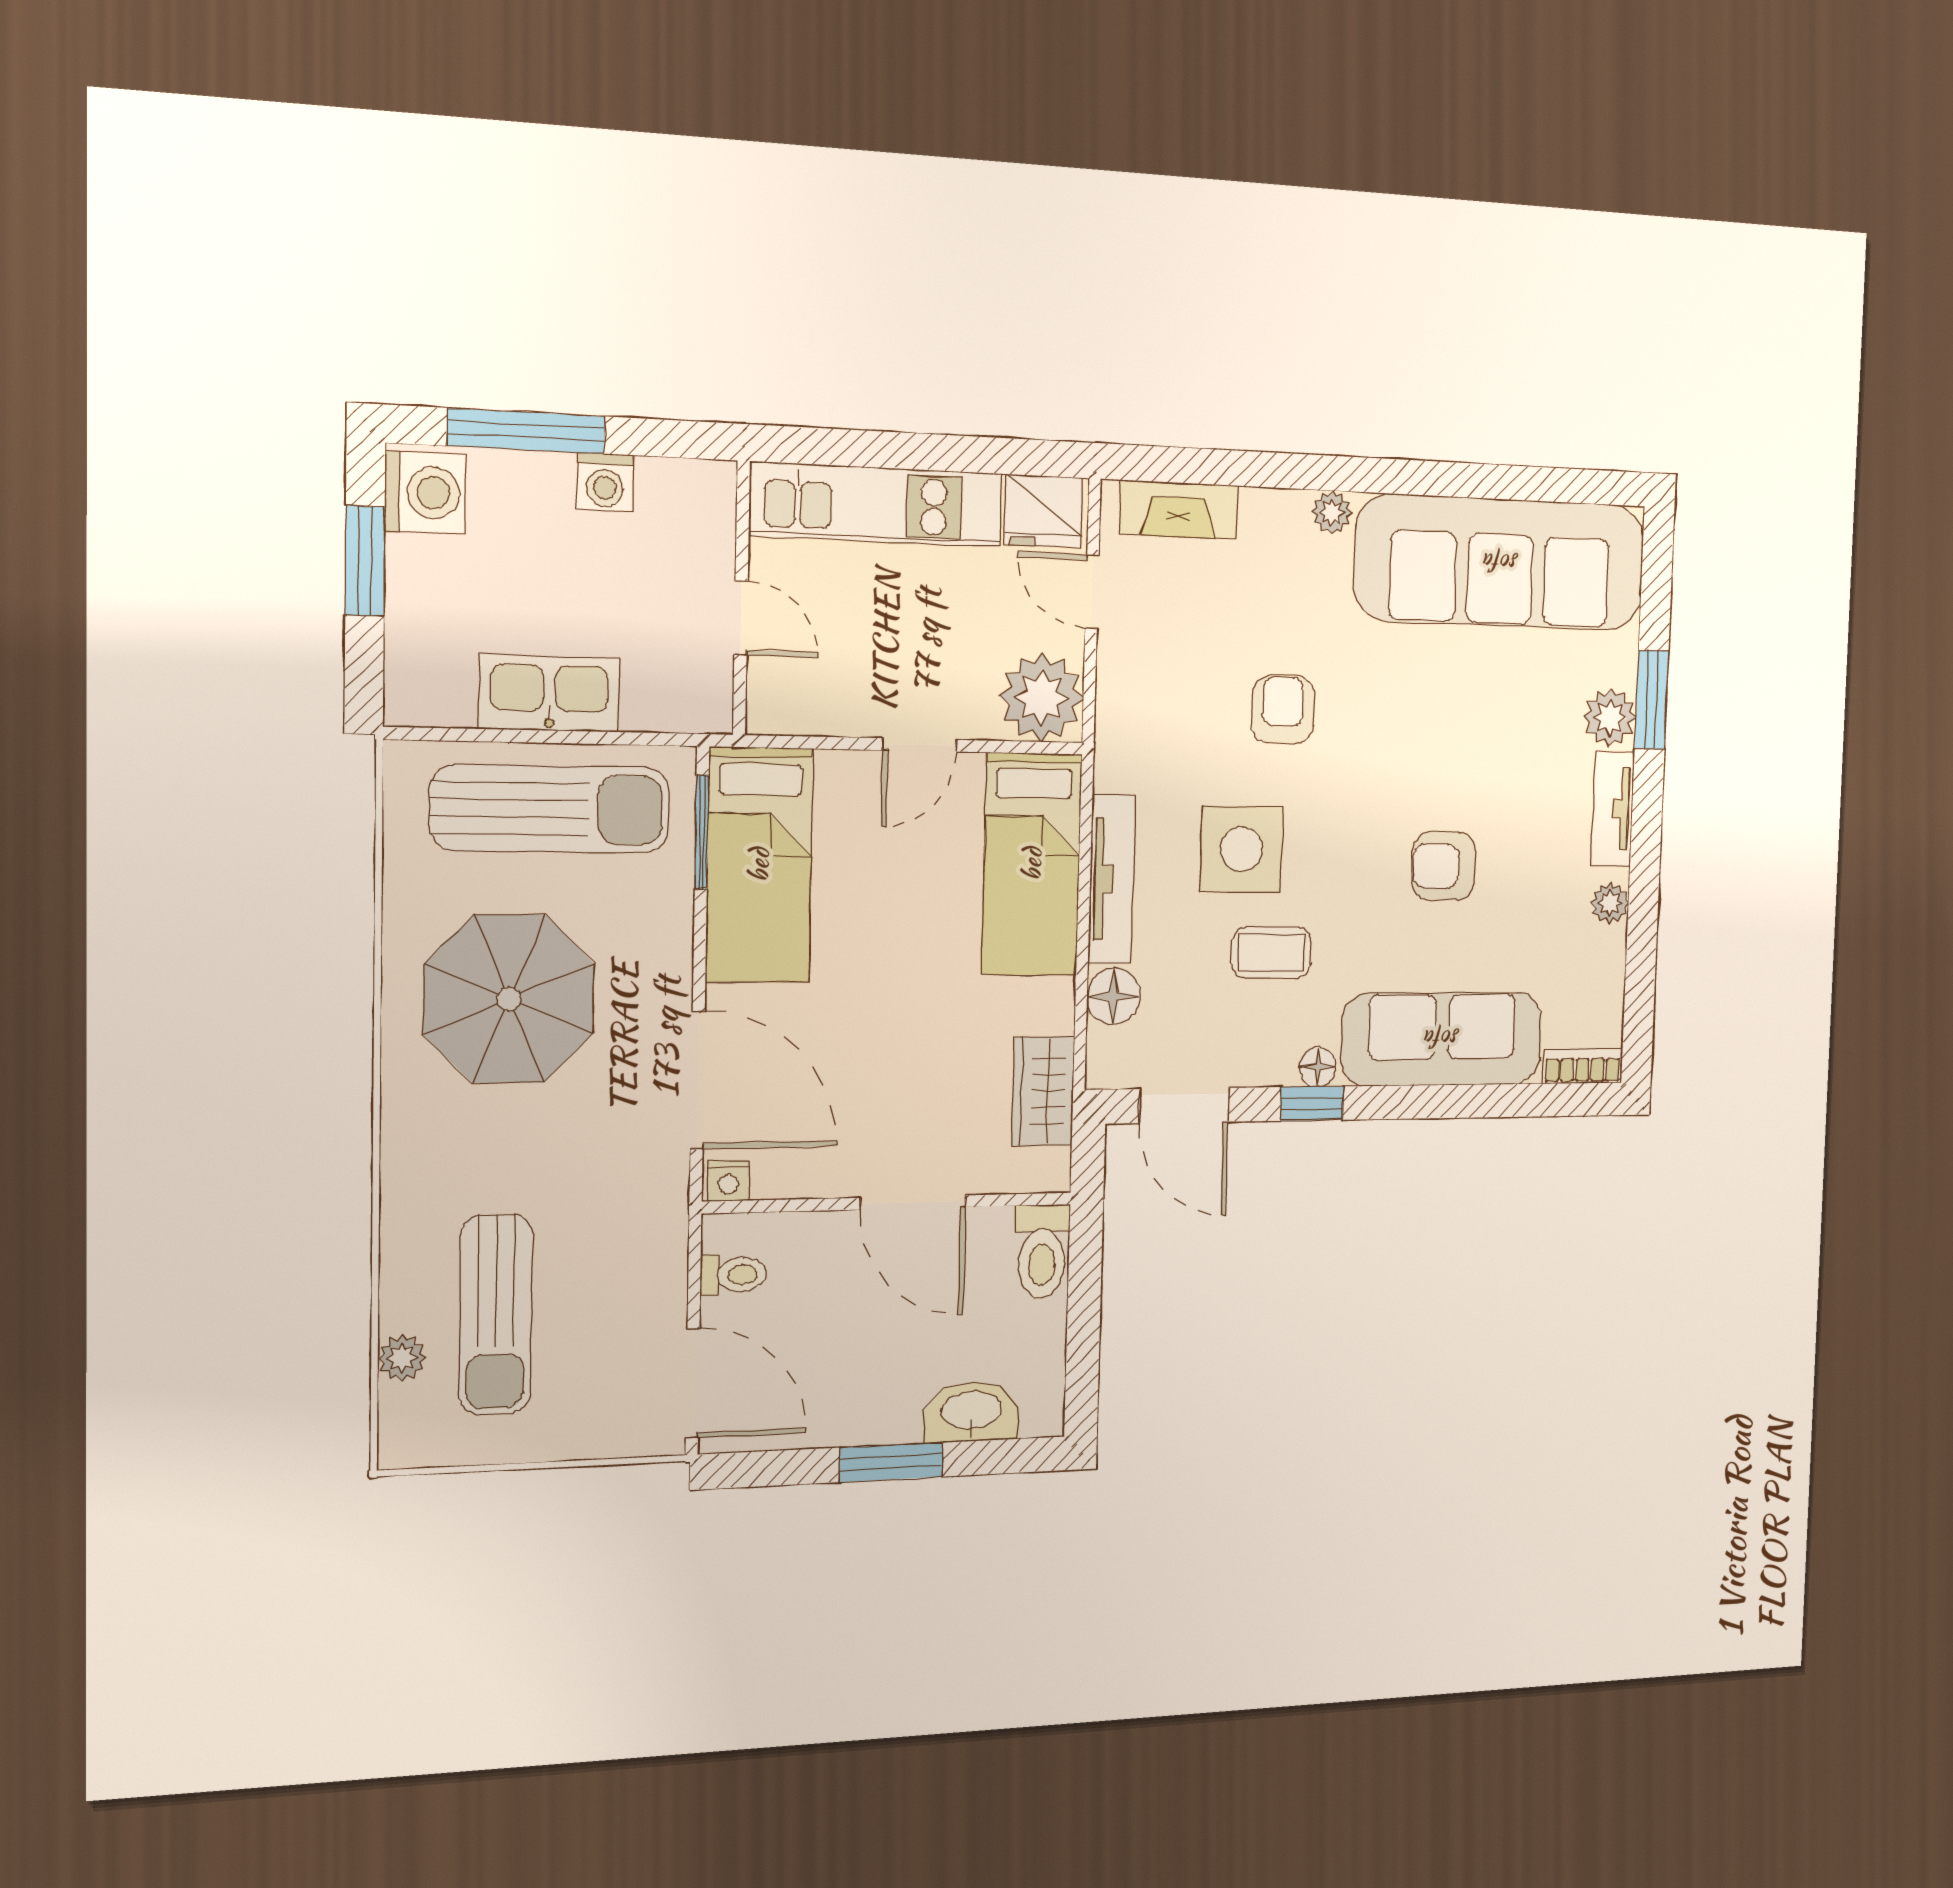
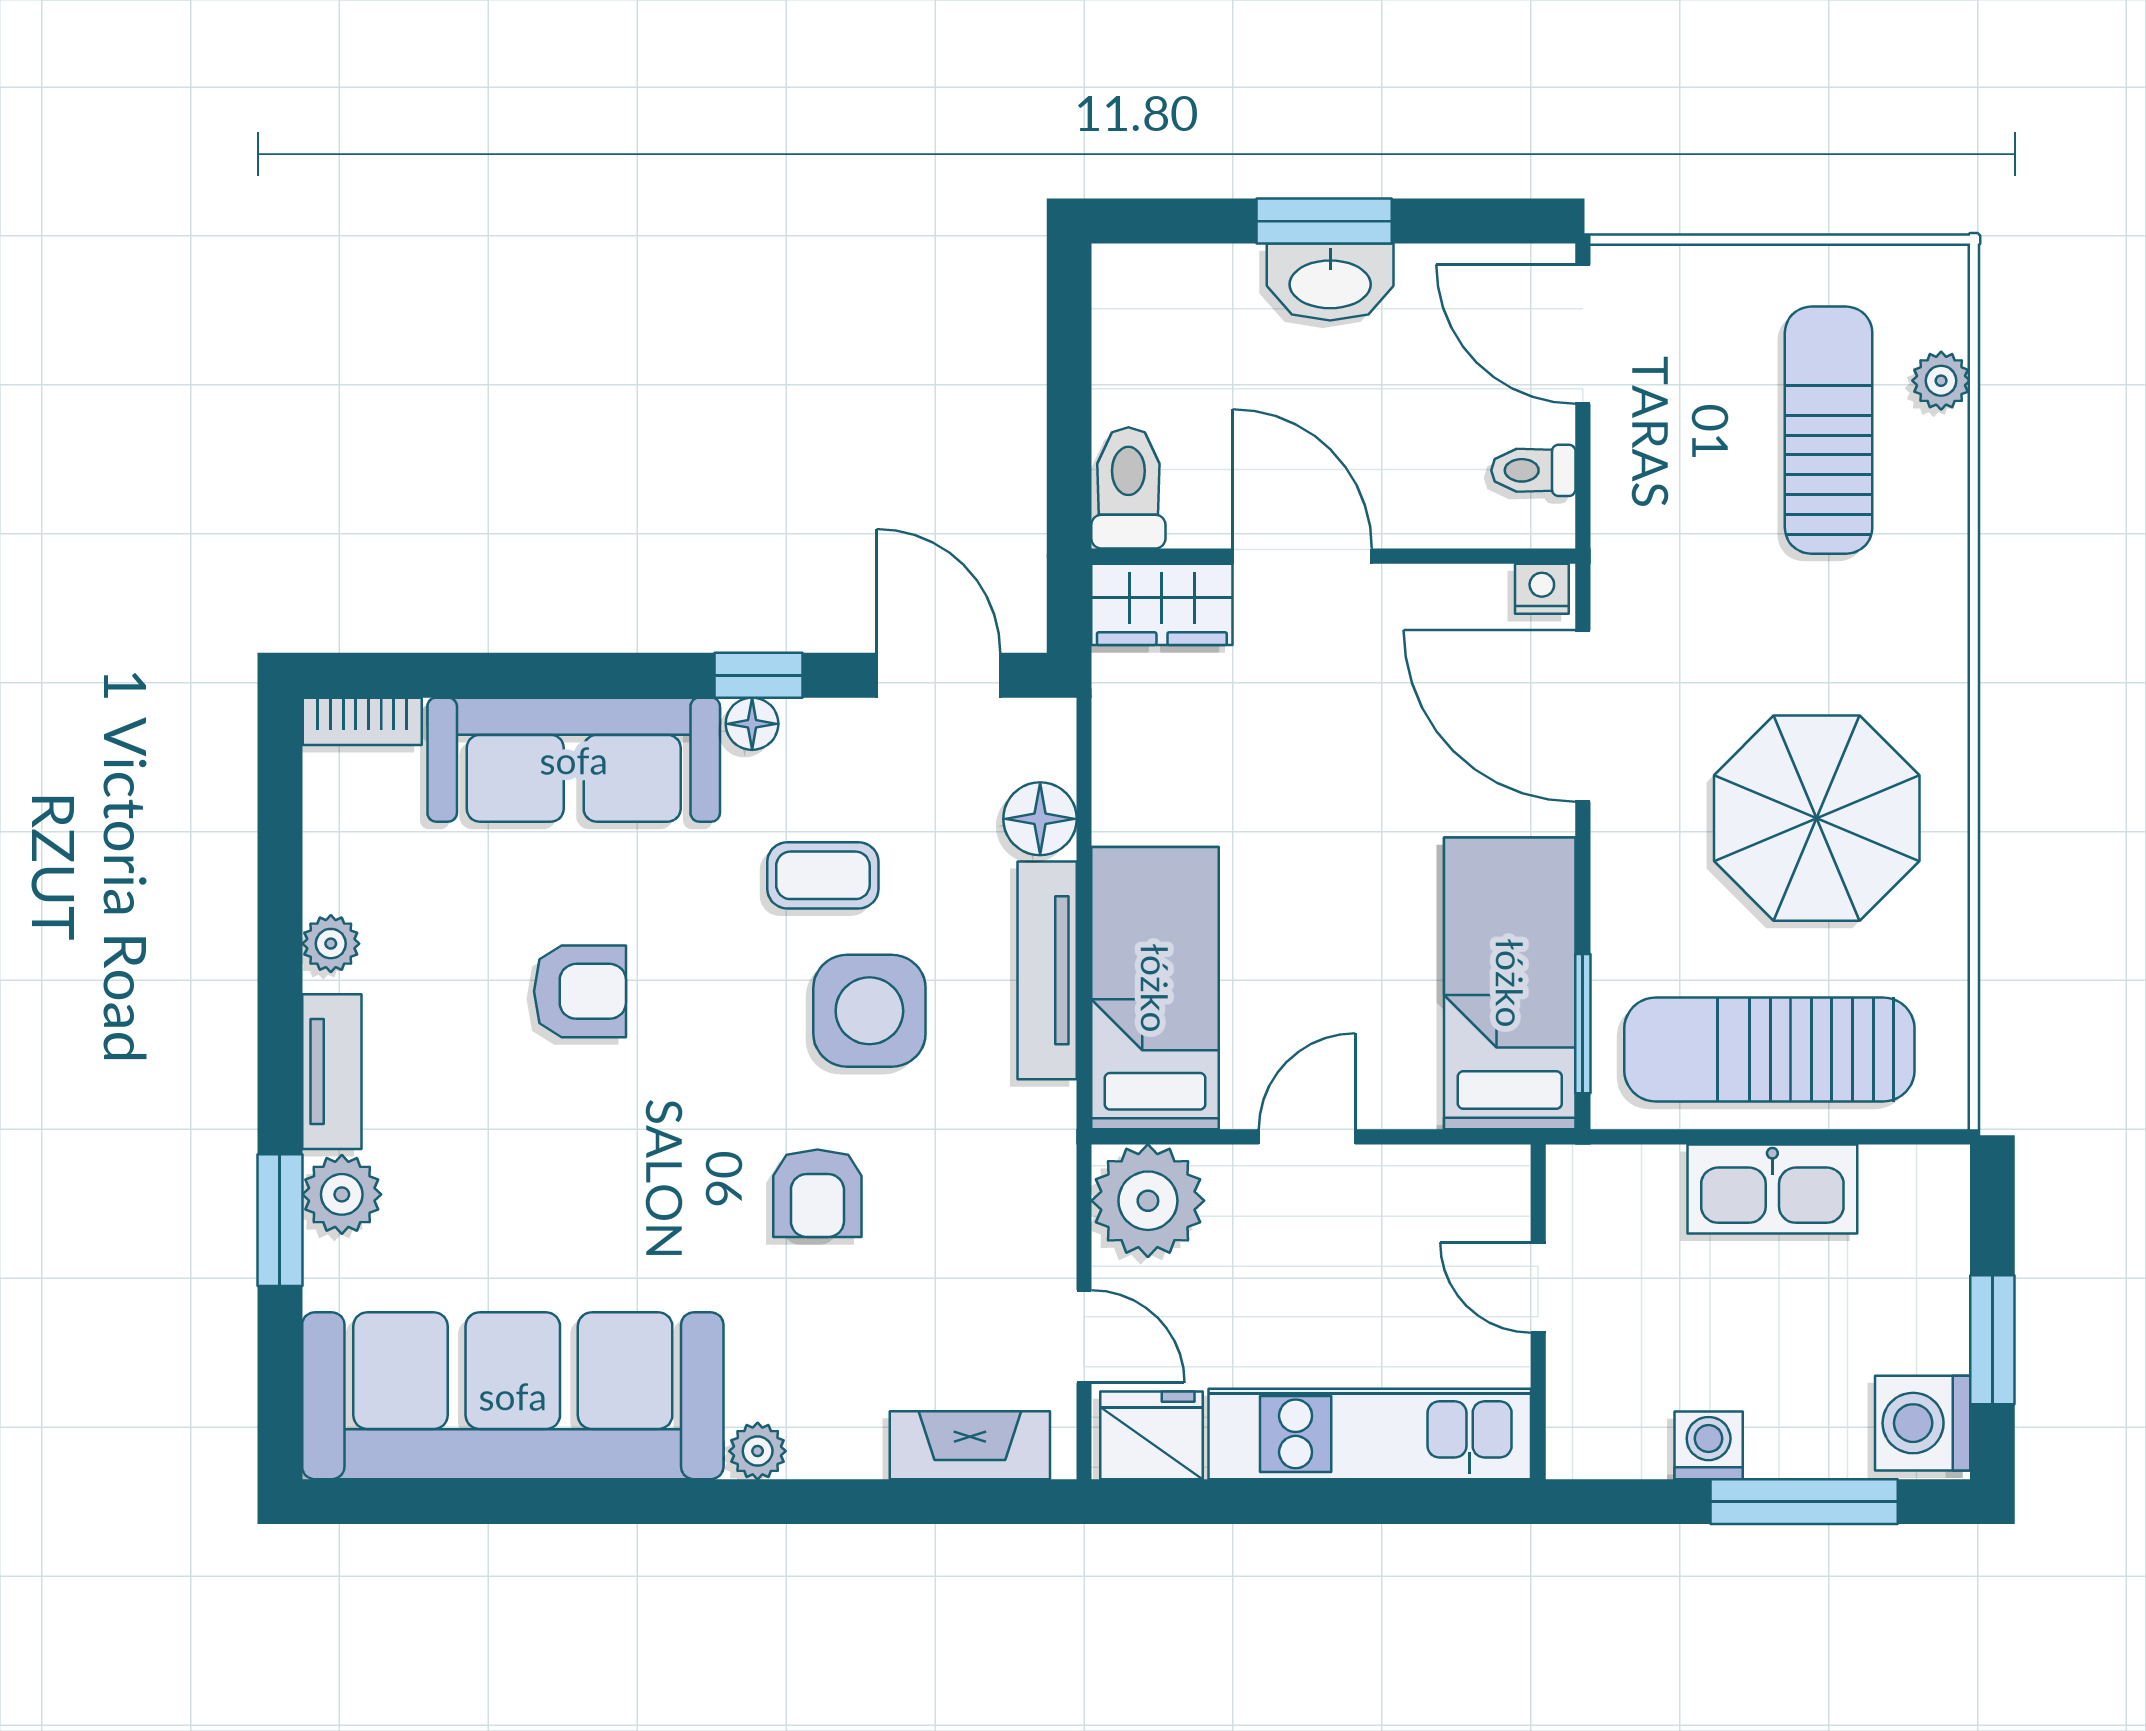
wardrobe: (1043, 1091) -> (1162, 604), moved, turned 90
washbasin: (972, 1412) -> (1330, 282), moved

